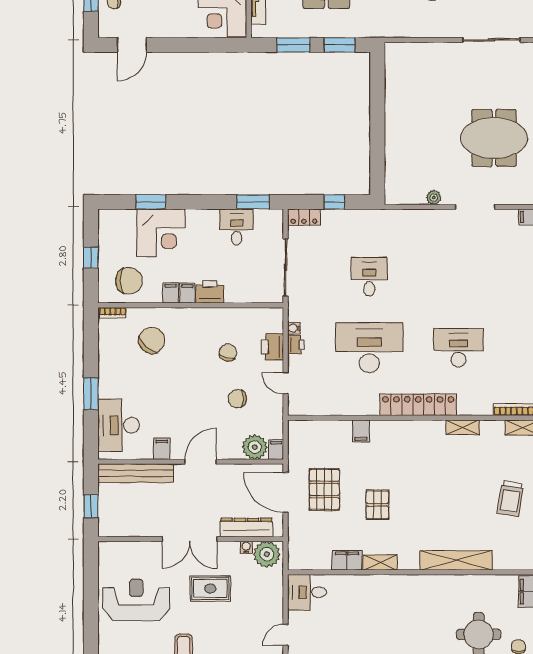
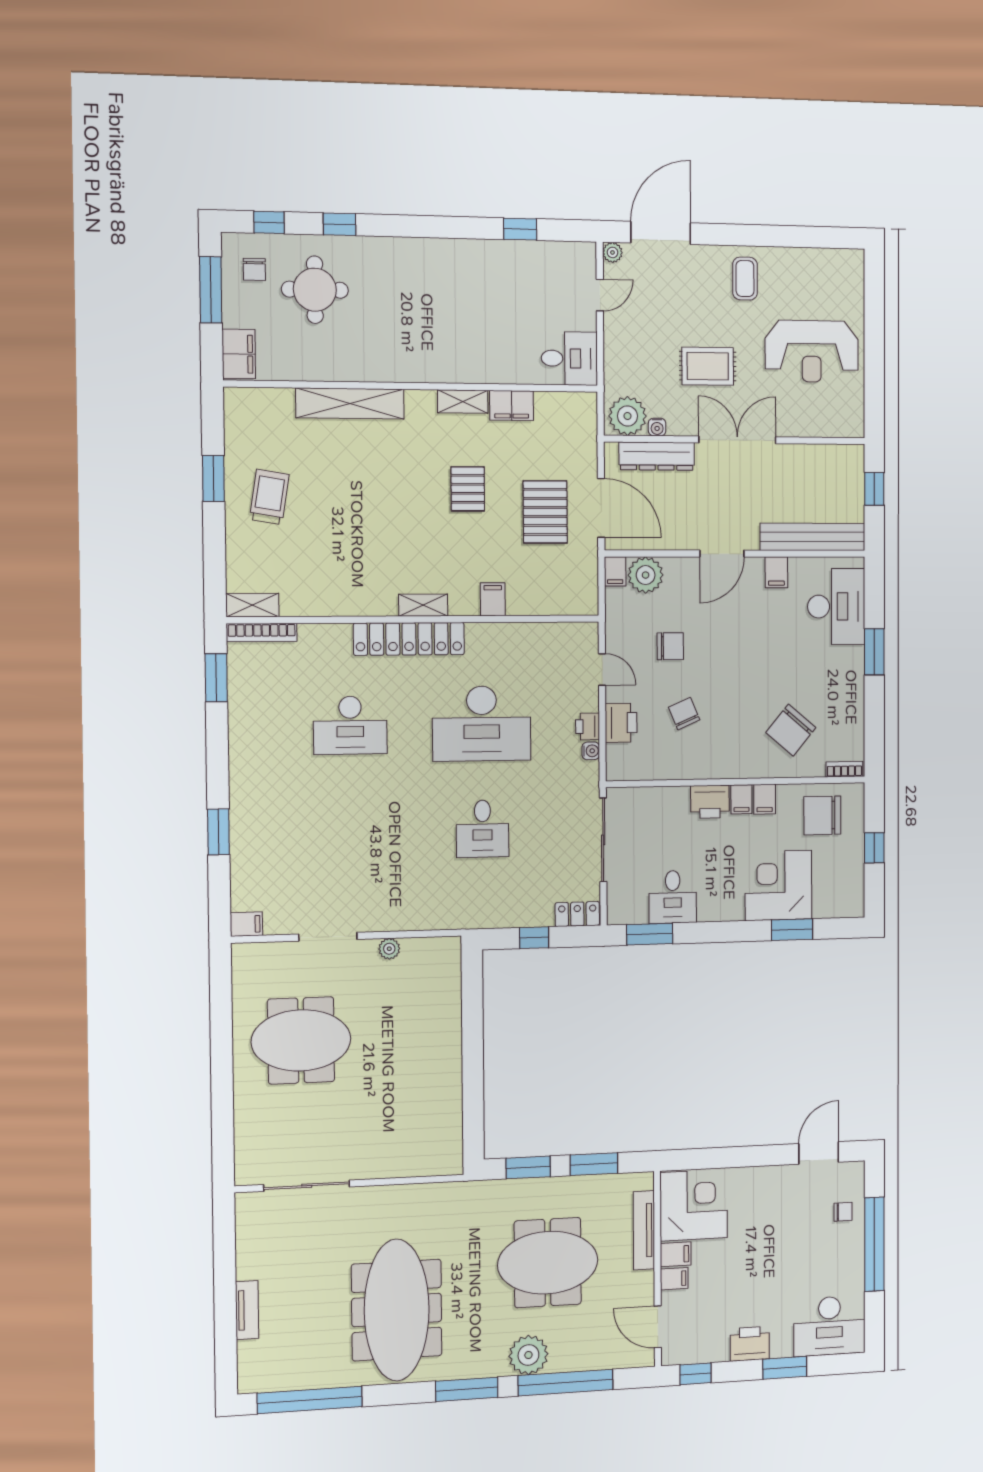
chair: (228, 353) -> (684, 714), turned 141
shelving: (463, 427) -> (423, 605), moved

